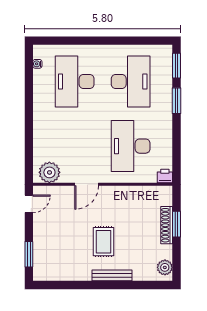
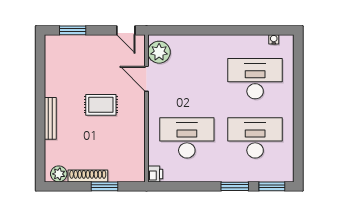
desk: (131, 82) -> (255, 138), turned 180
door: (87, 184) -> (147, 79), moved
shoe rack: (167, 225) -> (88, 176), moved
rug: (104, 242) -> (101, 105), moved

